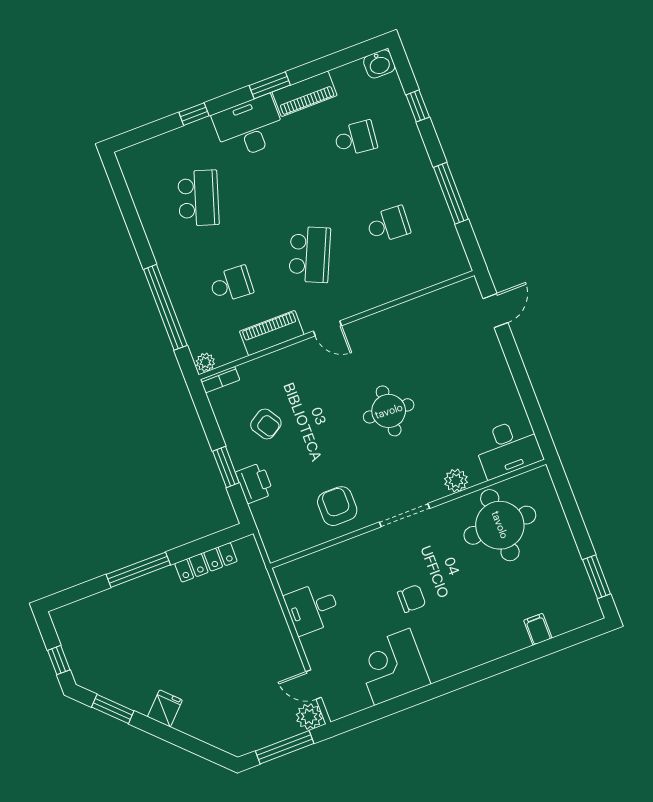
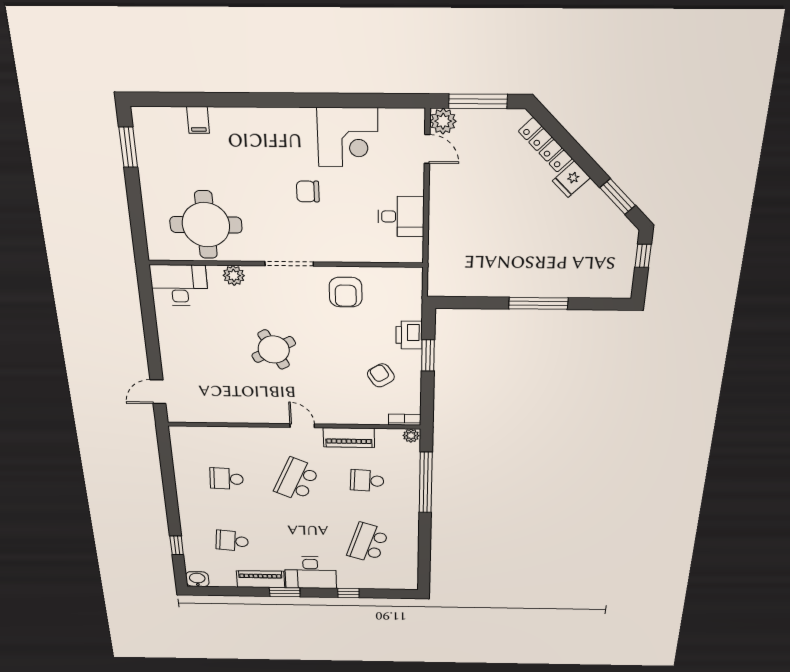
window: (451, 193) -> (169, 483), removed
round table: (389, 411) -> (274, 349), turned -31
locker: (206, 562) -> (545, 145), moved, turned -135

